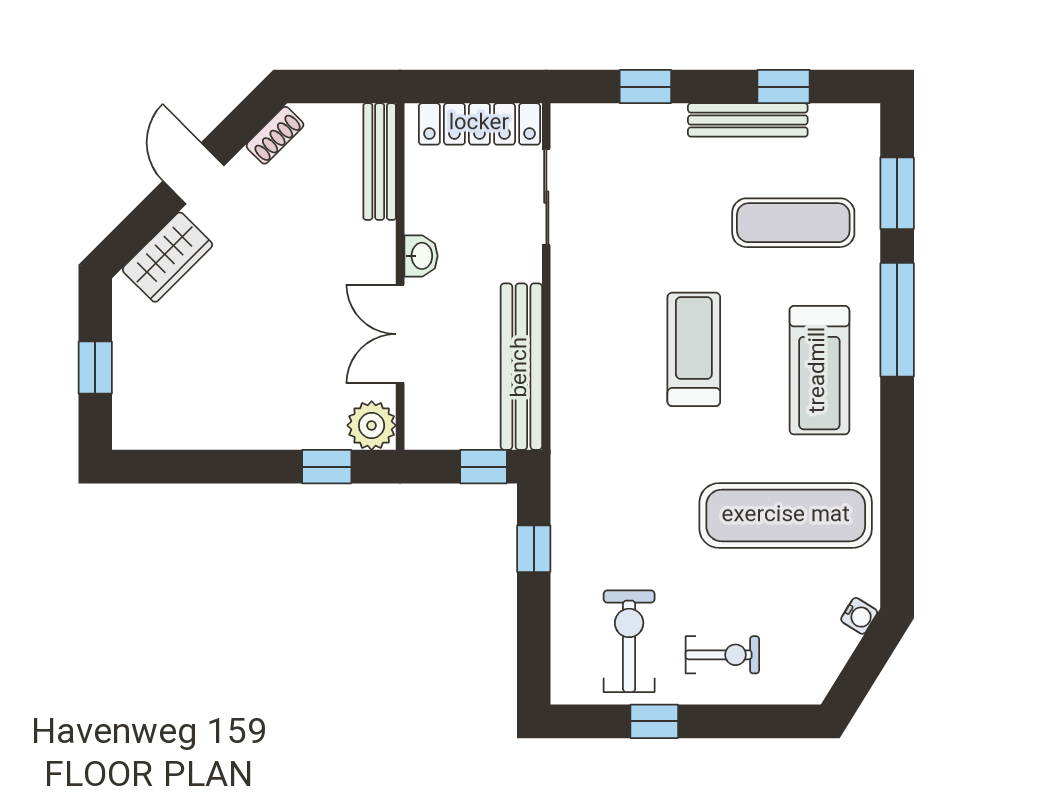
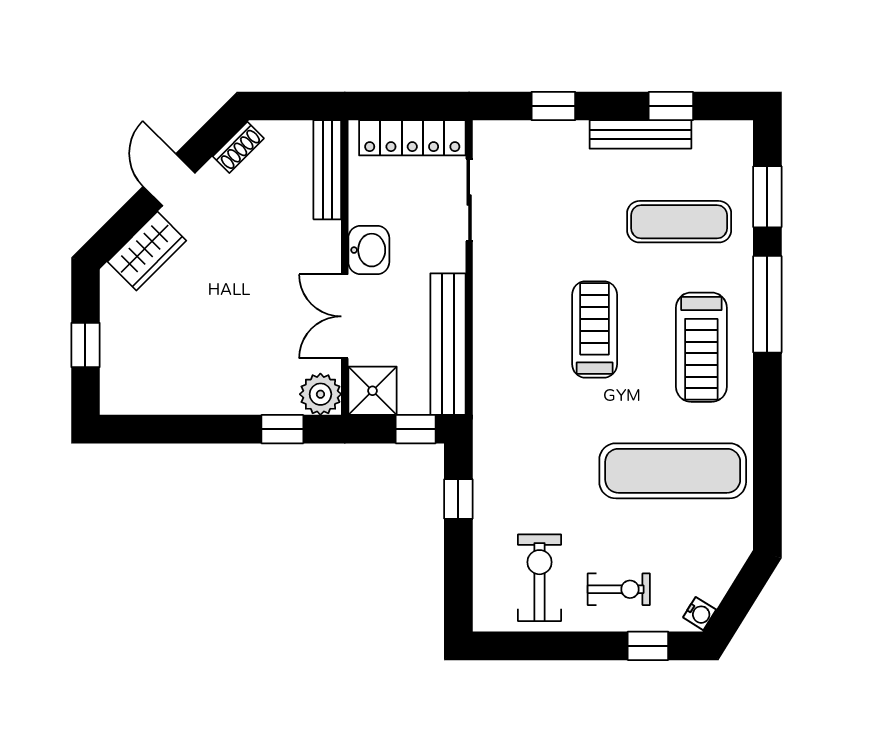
washbasin: (421, 256) -> (369, 250), width x1.38, depth x1.45
shower: (433, 421) -> (372, 391), added
water cooler: (859, 616) -> (700, 614), moved
window: (654, 721) -> (648, 646), moved

